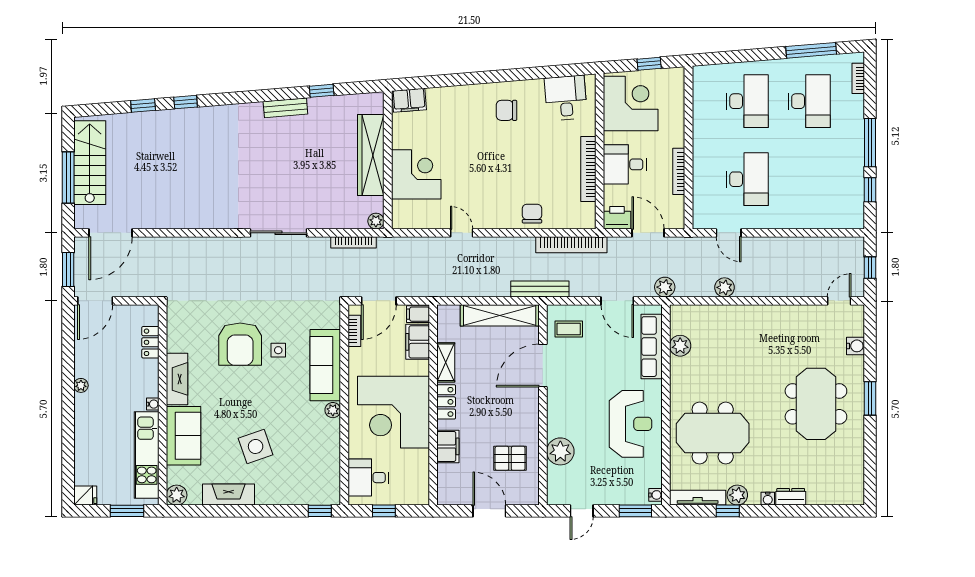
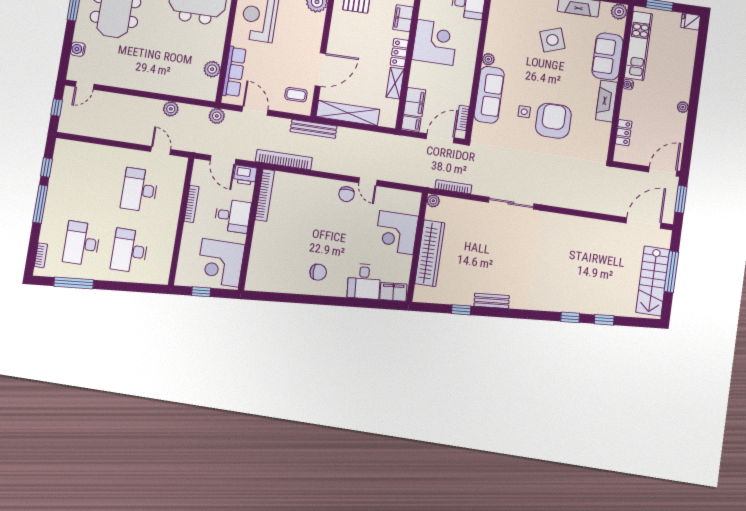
desk: (566, 98) -> (364, 281), moved
bookcase: (588, 169) -> (265, 195), moved
chair: (532, 214) -> (347, 194), moved
corner desk: (393, 412) -> (435, 42), width x0.74, depth x0.74

